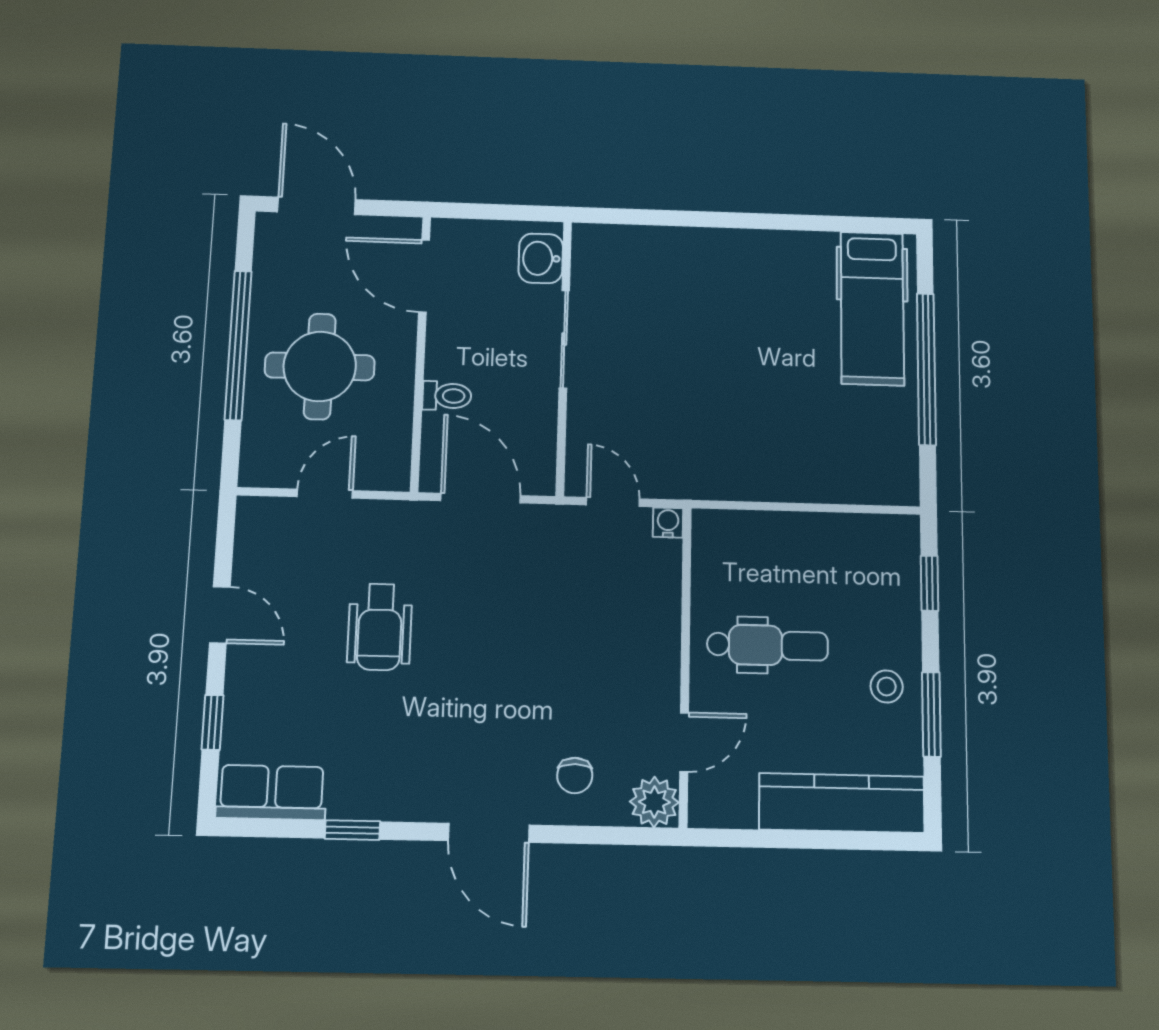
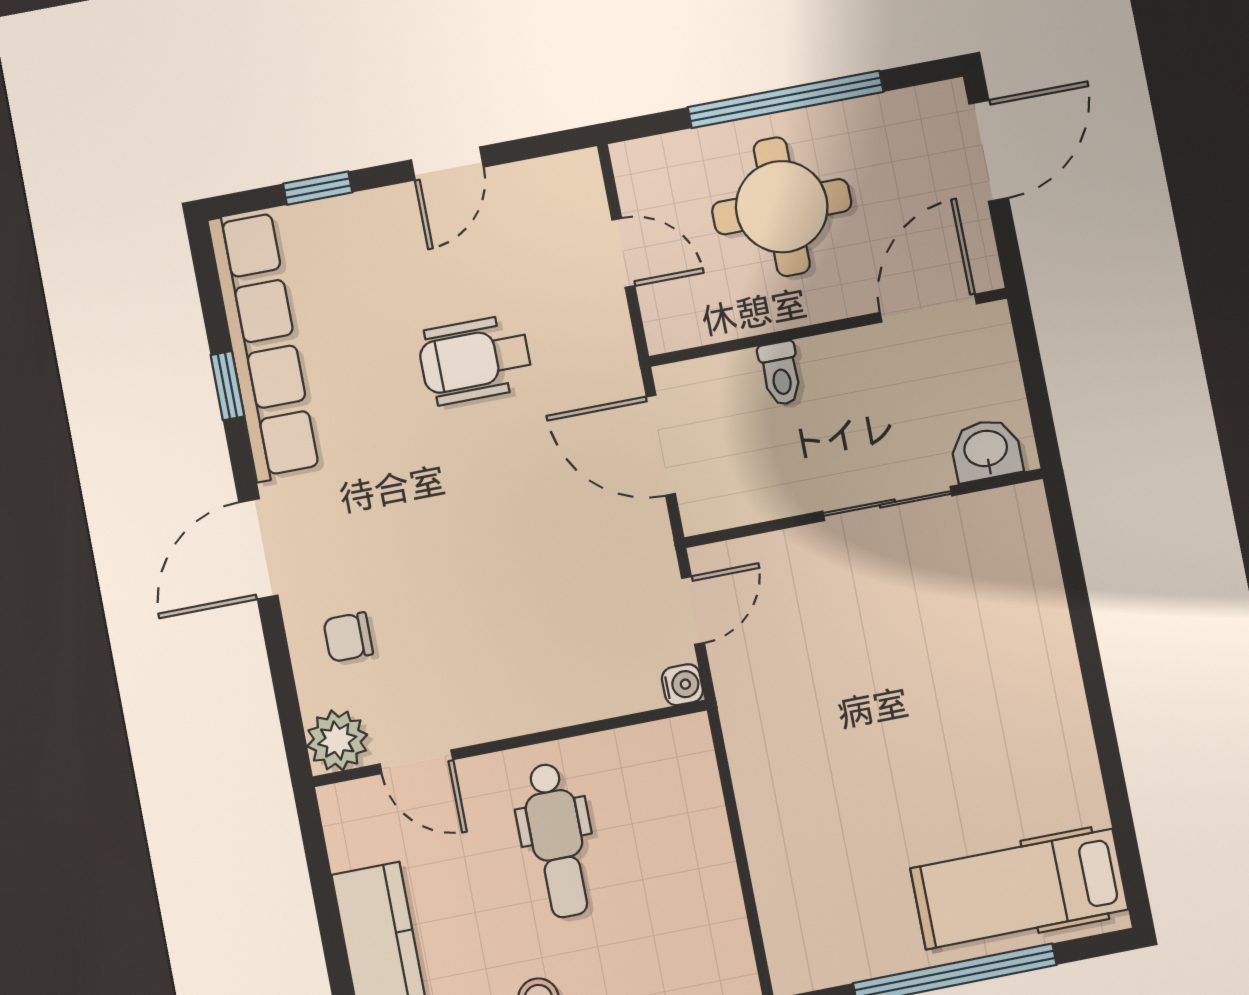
door: (481, 498) -> (661, 445), swing flipped
row of seats: (272, 792) -> (263, 345), width x2.02

